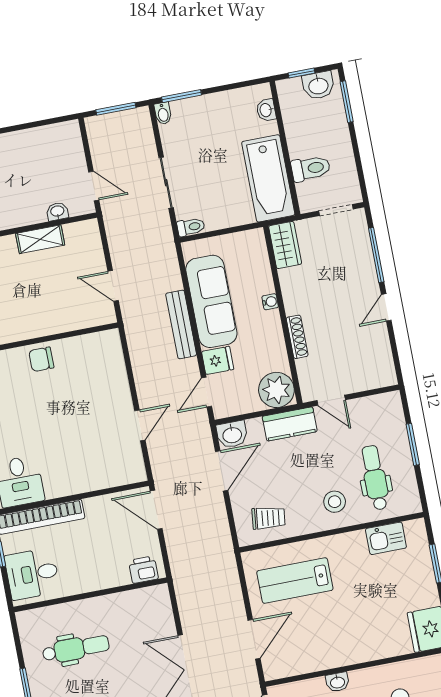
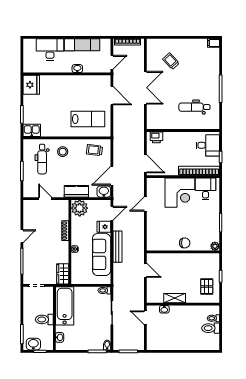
toilet: (311, 168) -> (44, 319), moved
door: (331, 400) -> (45, 199), moved
corner desk: (72, 463) -> (180, 193), added
kitchen sink: (386, 538) -> (32, 130), moved
door: (254, 639) -> (112, 96), swing flipped

